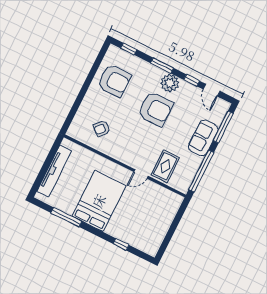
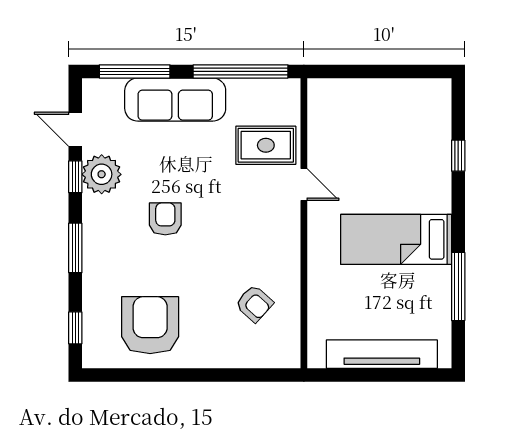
plant: (170, 83) -> (102, 174), moved
door: (212, 90) -> (75, 129), swing flipped
armchair: (155, 109) -> (165, 219), width x0.53, depth x0.53
sofa: (203, 138) -> (175, 100), width x1.36
bed: (99, 201) -> (396, 239), width x0.67

